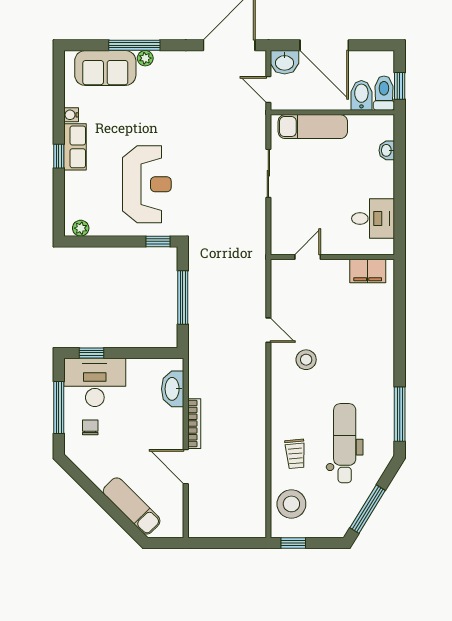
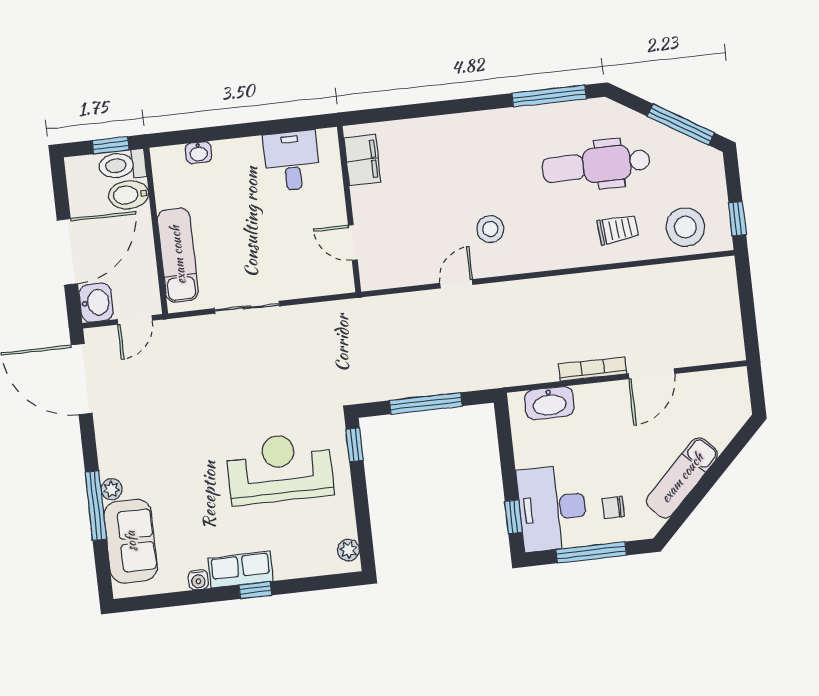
exam couch: (132, 506) -> (682, 478), moved

